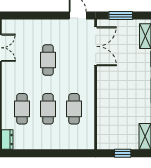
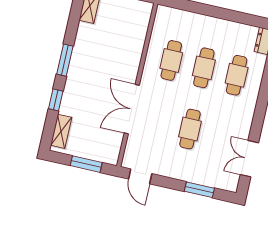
window: (30, 16) -> (199, 190), added
double door: (96, 46) -> (132, 109), moved

